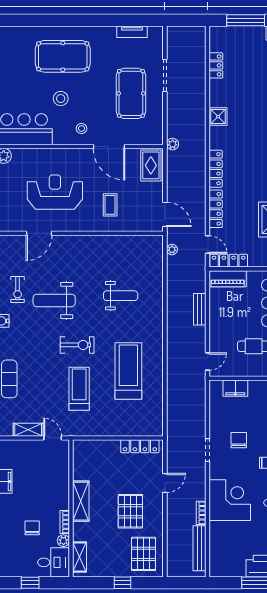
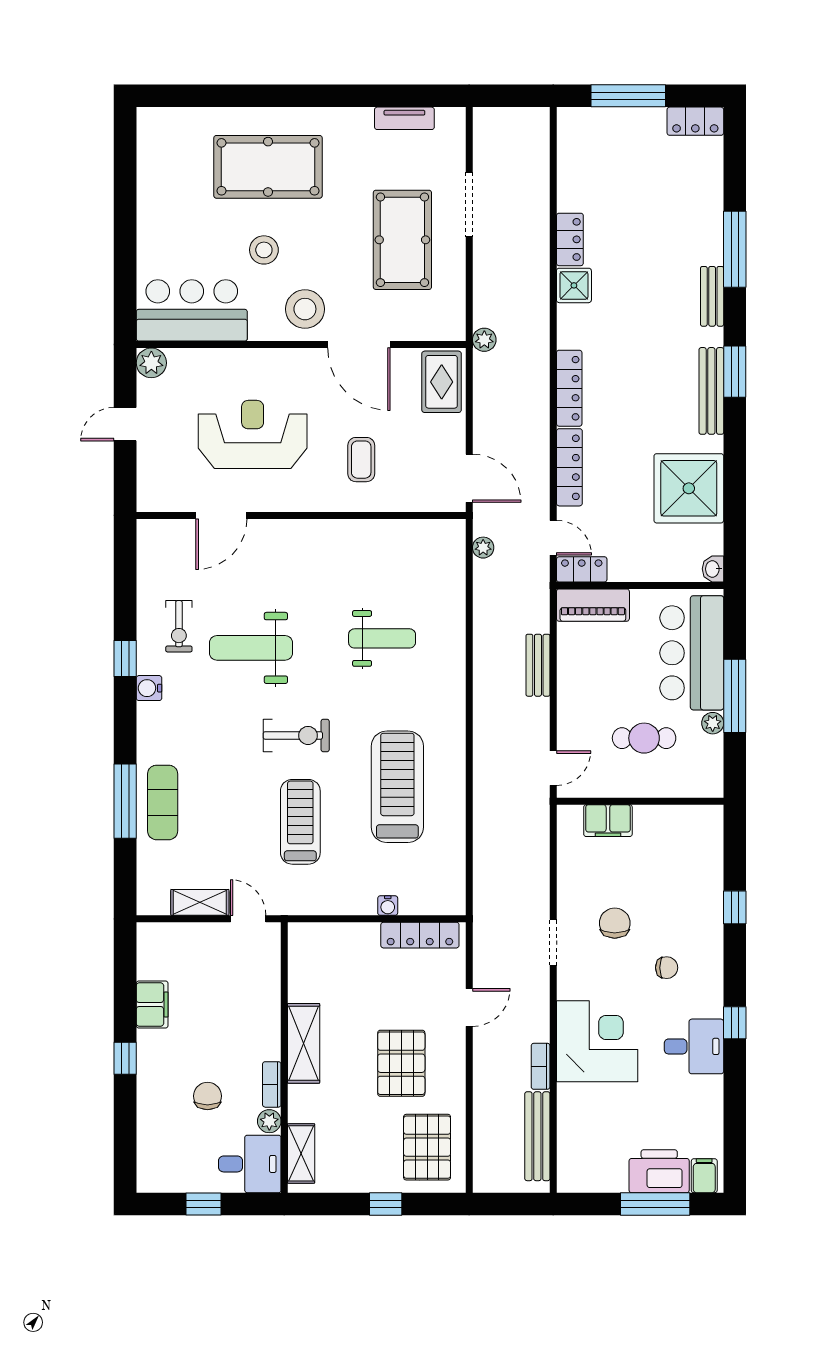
locker: (216, 65) -> (570, 239), moved
stool: (82, 129) -> (305, 309), width x1.89, depth x1.89
locker: (229, 261) -> (582, 569), width x0.66
water cooler: (124, 431) -> (388, 906), added

